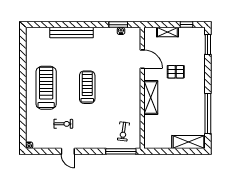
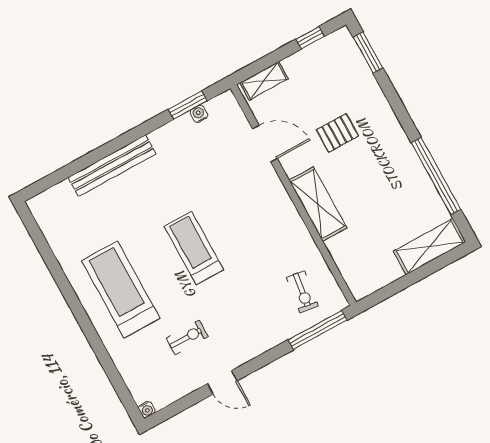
shelving: (167, 32) -> (264, 81), moved

